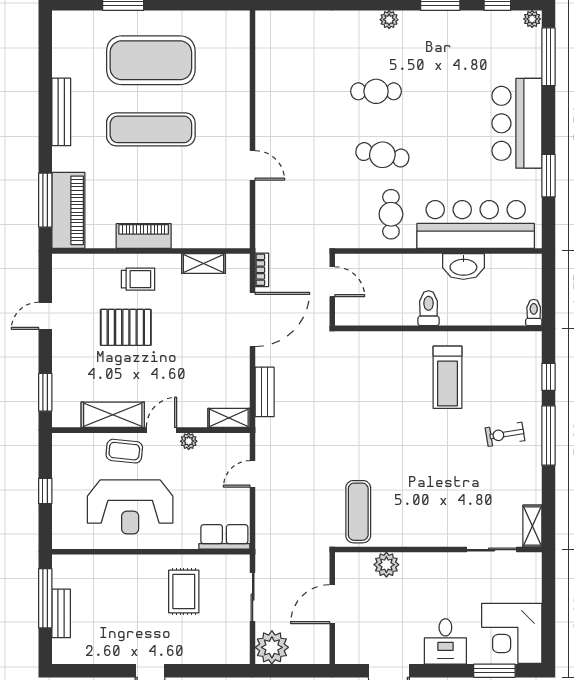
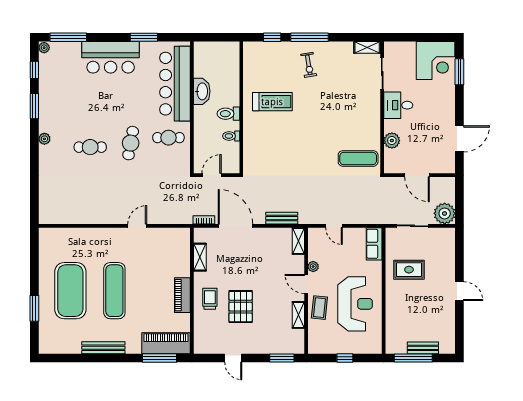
cafe table: (376, 91) -> (90, 147), turned 90
toilet: (534, 313) -> (231, 136), moved
shelving: (113, 415) -> (298, 315), width x0.67, depth x0.75
desk: (445, 641) -> (398, 105), moved, turned 180

